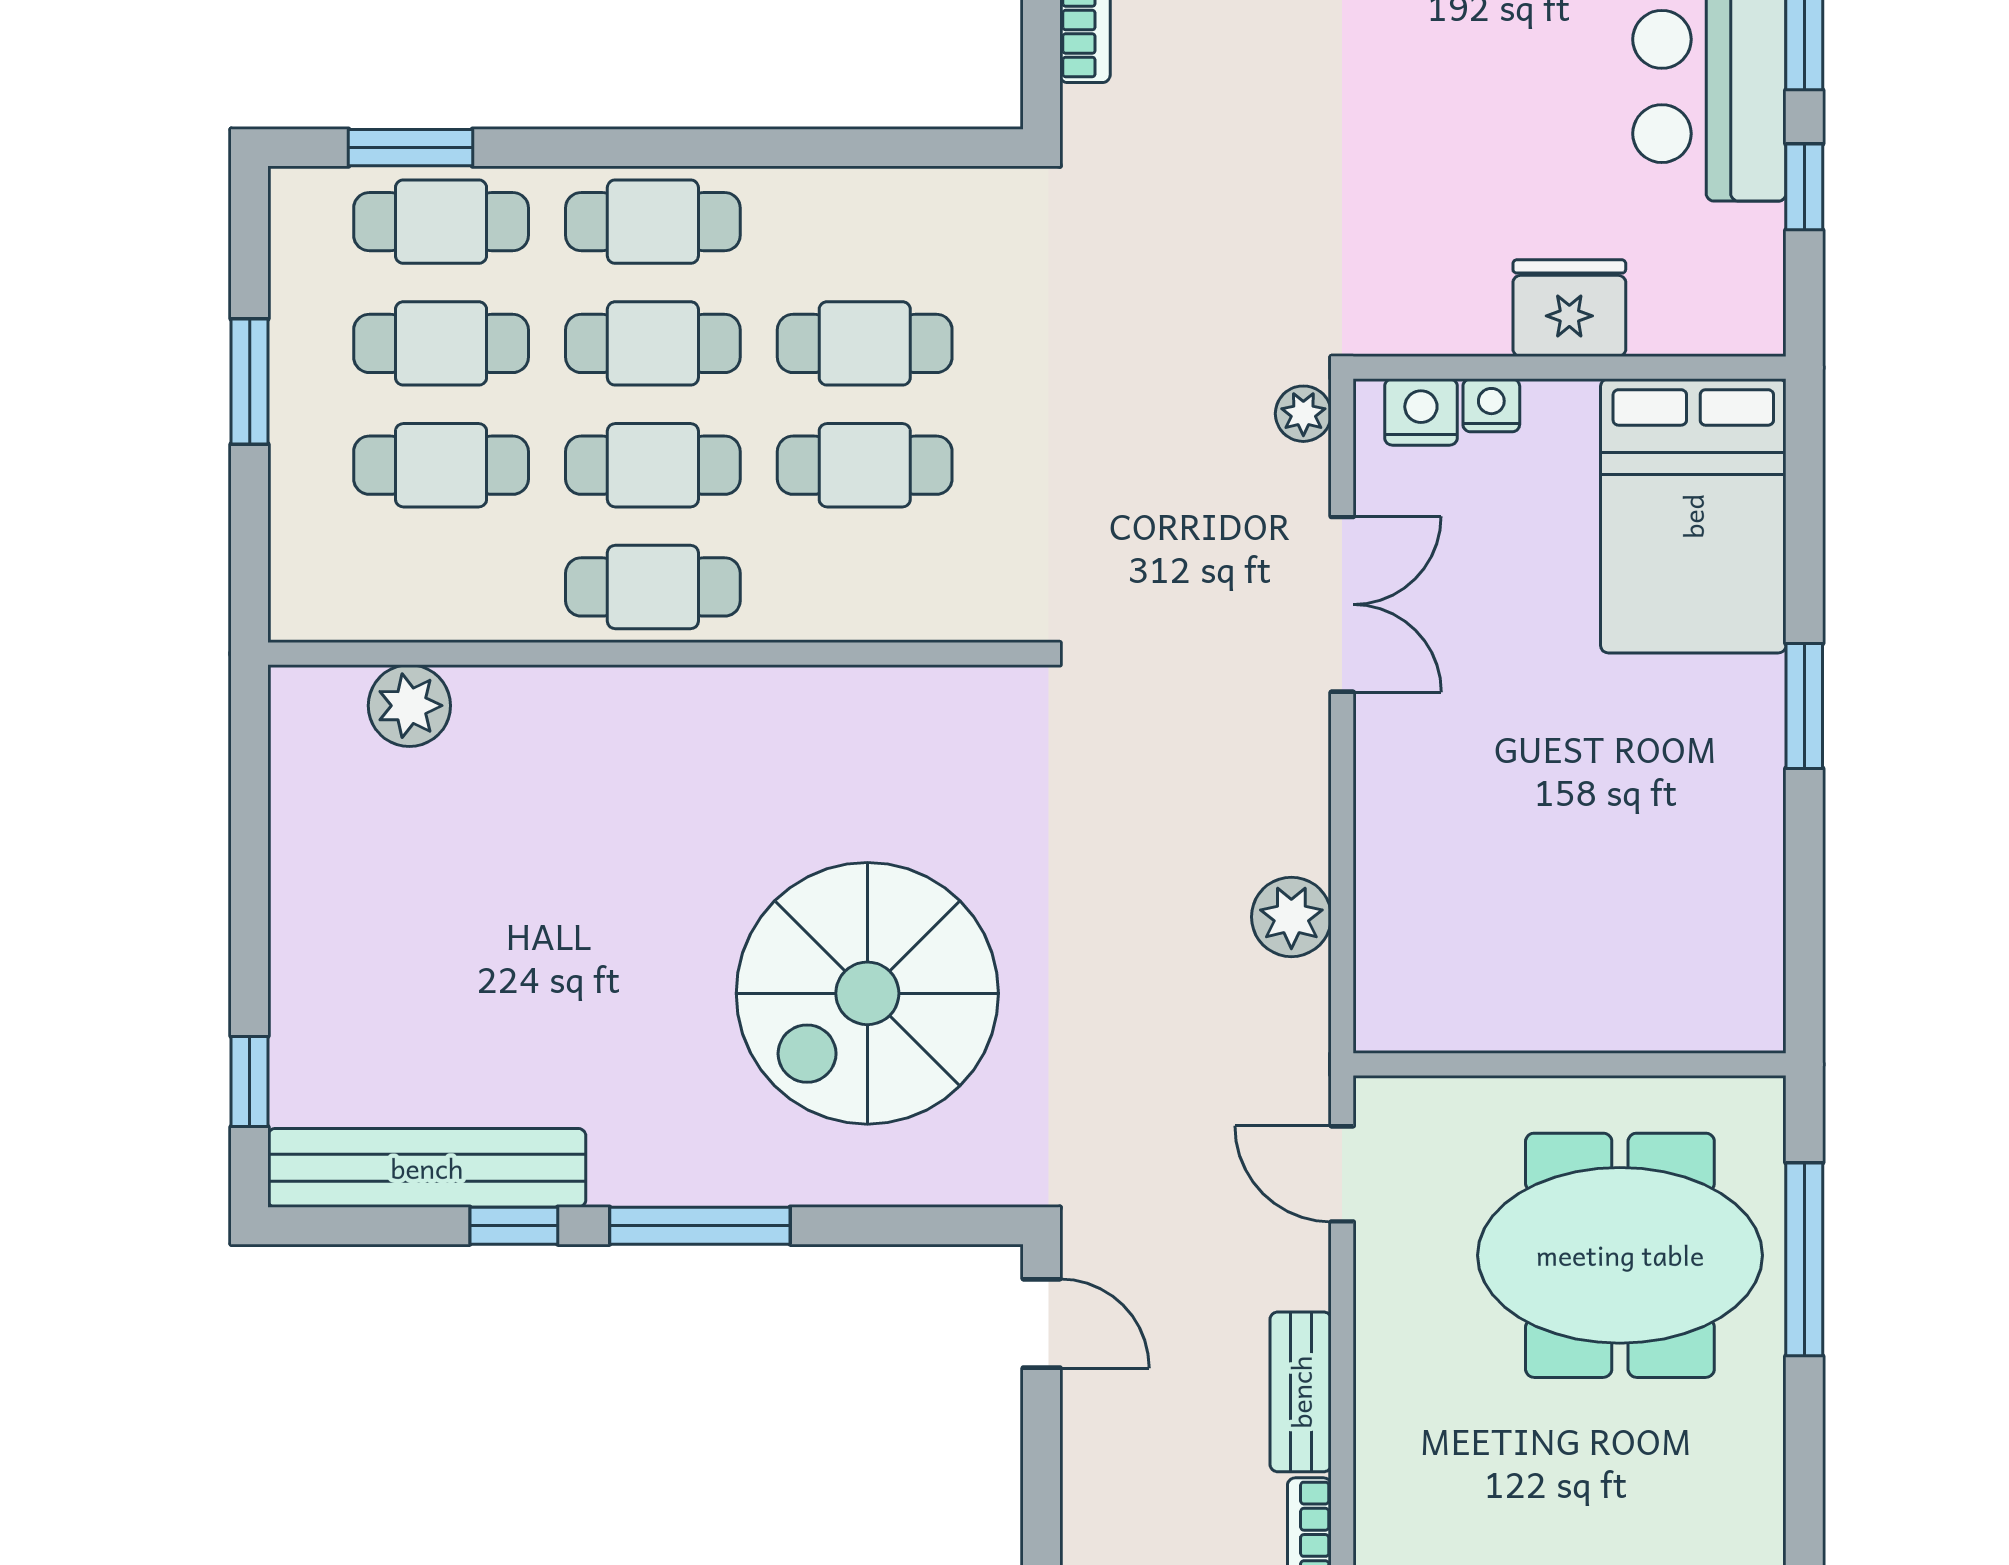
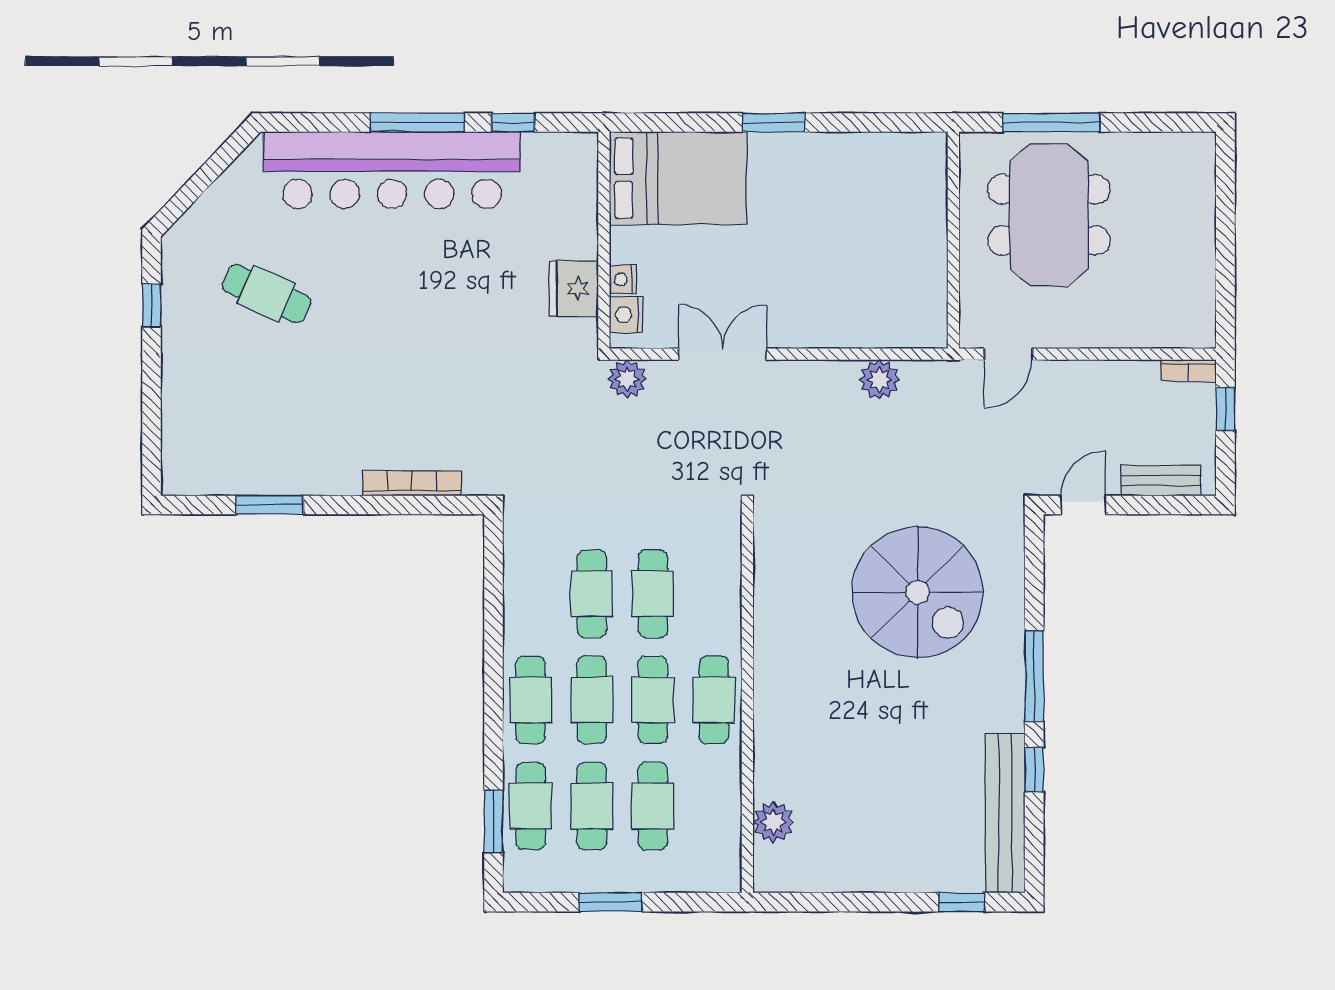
fridge: (1569, 308) -> (574, 289), moved
plant: (1303, 414) -> (627, 379), width x1.38, depth x1.38
bench: (1301, 1392) -> (1161, 480), moved

